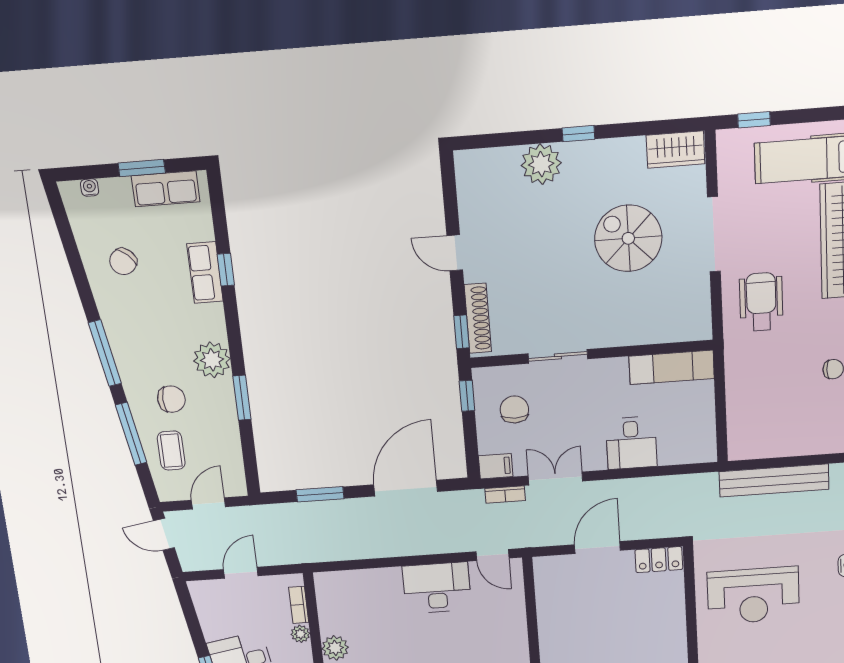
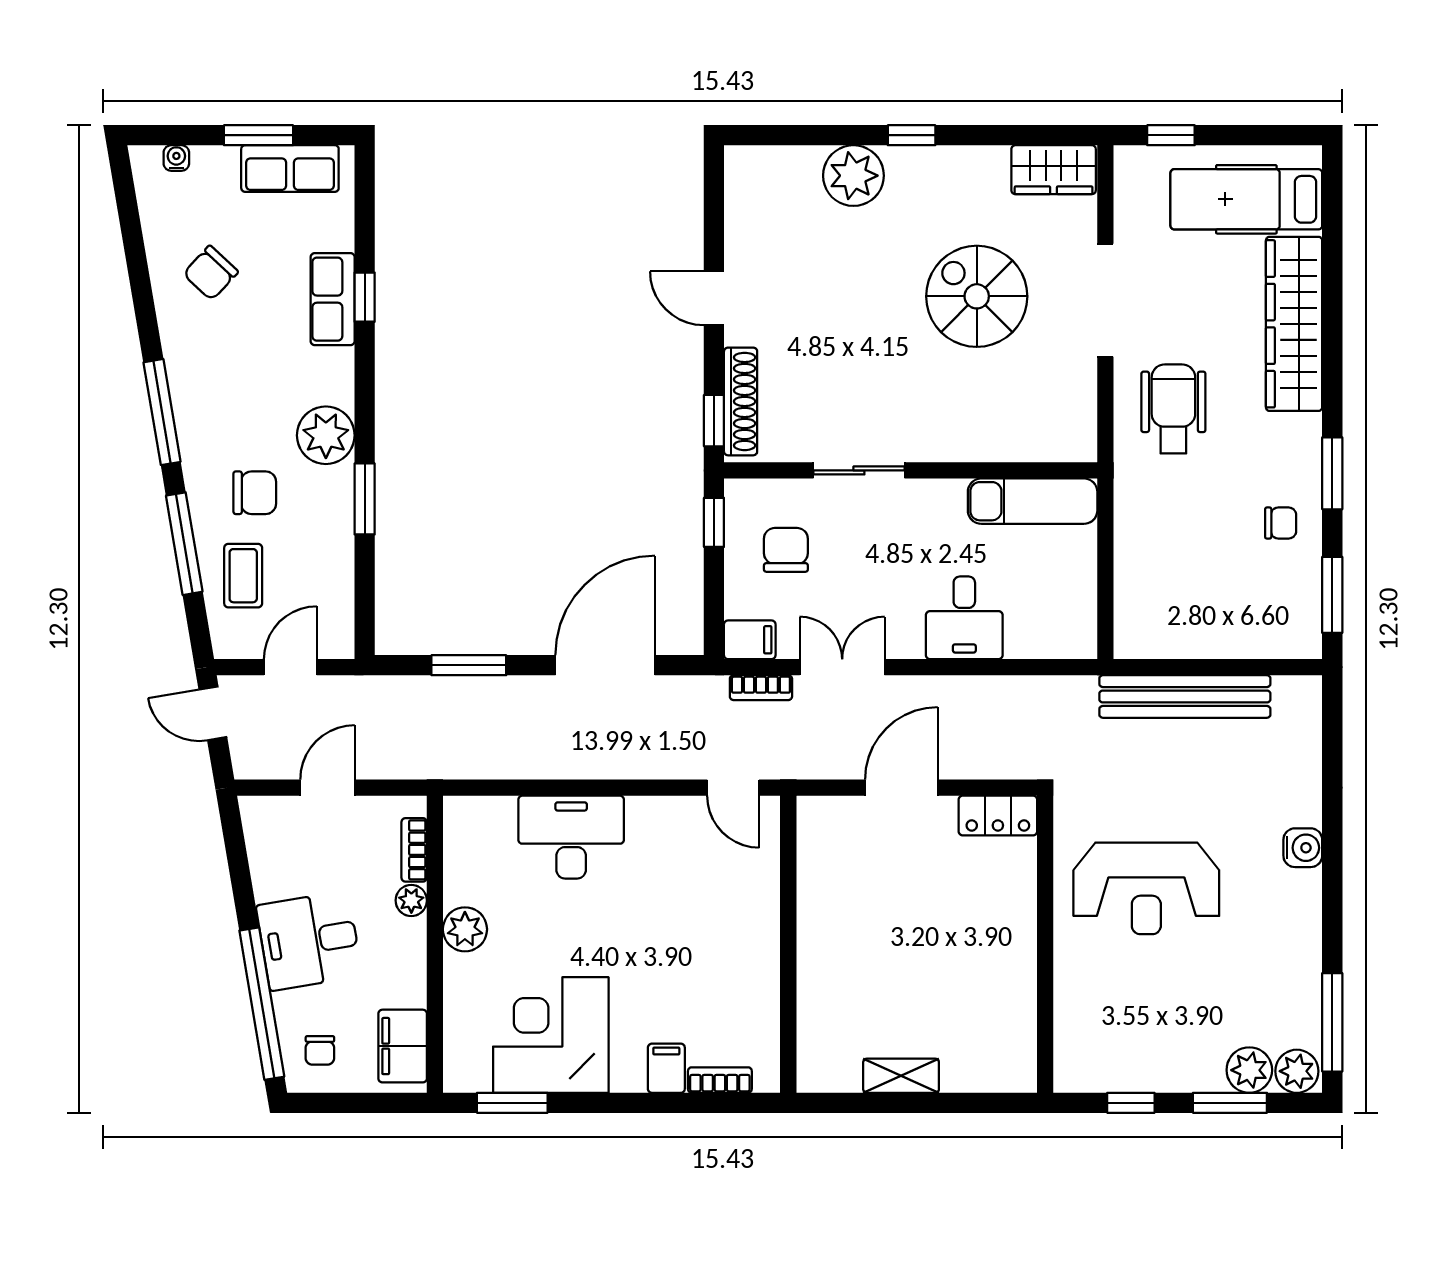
desk: (437, 588) -> (571, 837), moved

